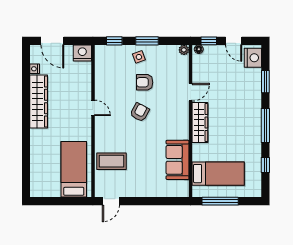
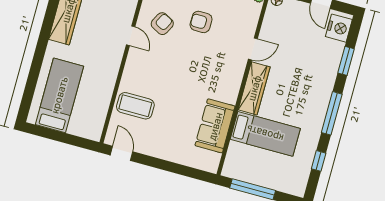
armchair: (140, 112) -> (162, 24), moved
bed: (74, 169) -> (59, 95), moved
bed: (218, 174) -> (265, 134), moved
door: (111, 201) -> (122, 153), swing flipped

